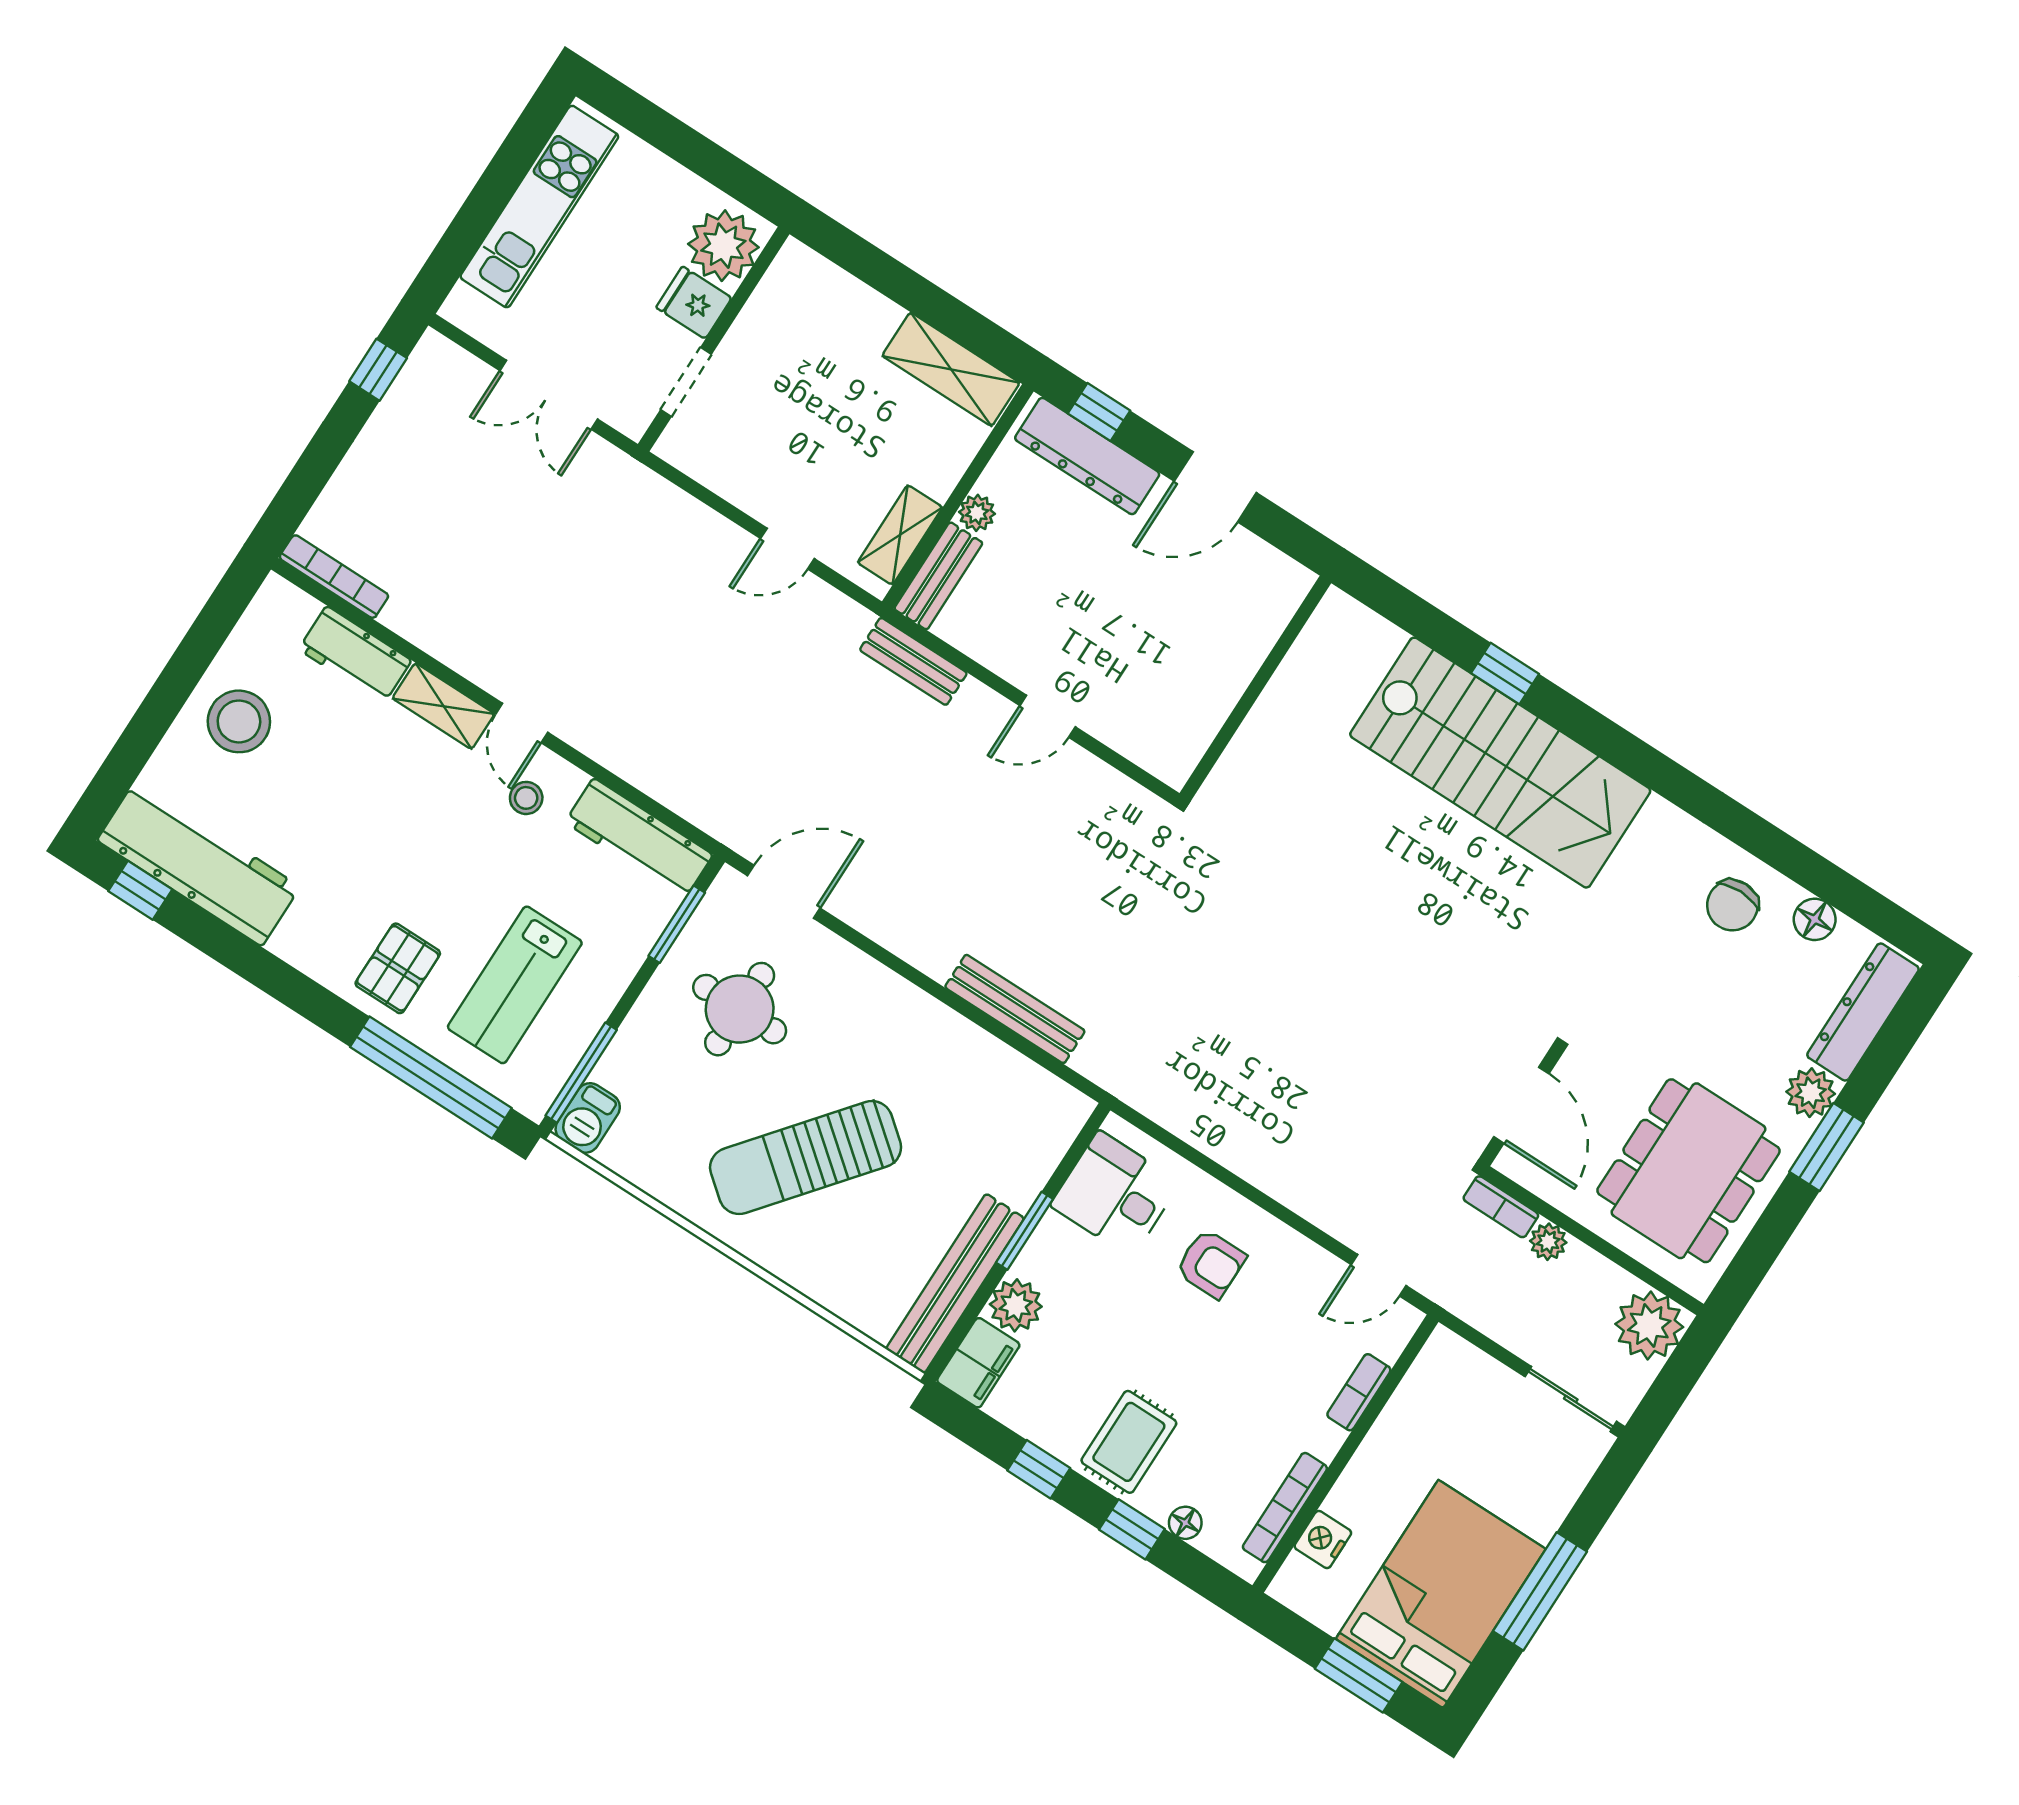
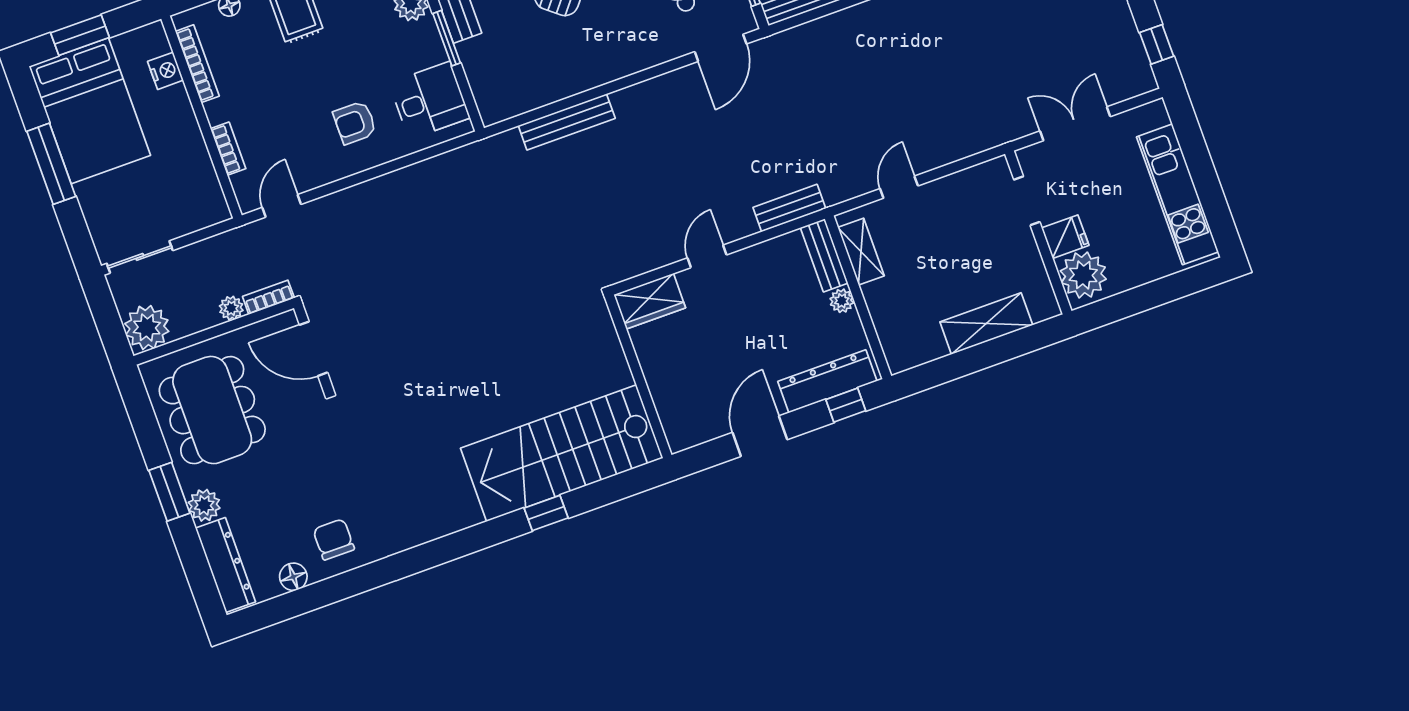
shelving: (951, 369) -> (986, 323), moved
wardrobe: (1154, 744) -> (650, 301), added
stairs: (1500, 763) -> (562, 453), moved

